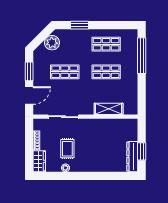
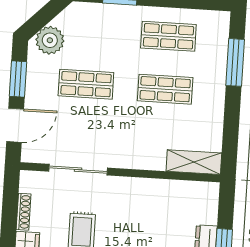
plant: (52, 43) -> (50, 40), moved
window: (142, 56) -> (235, 62), width x0.68
shelving: (109, 109) -> (194, 162), moved

